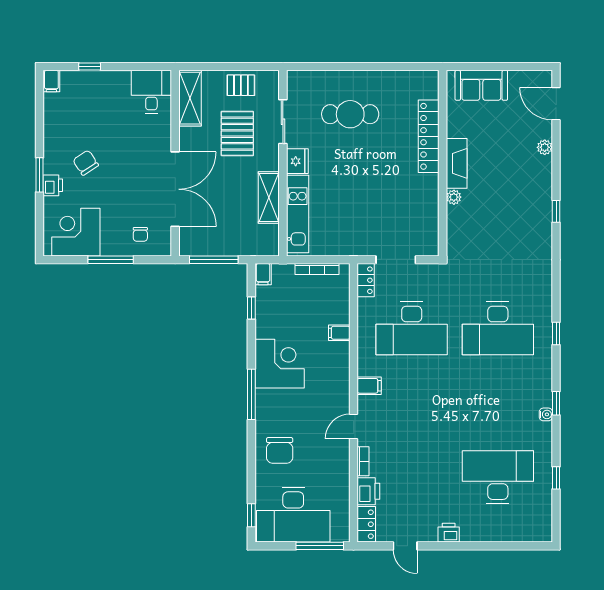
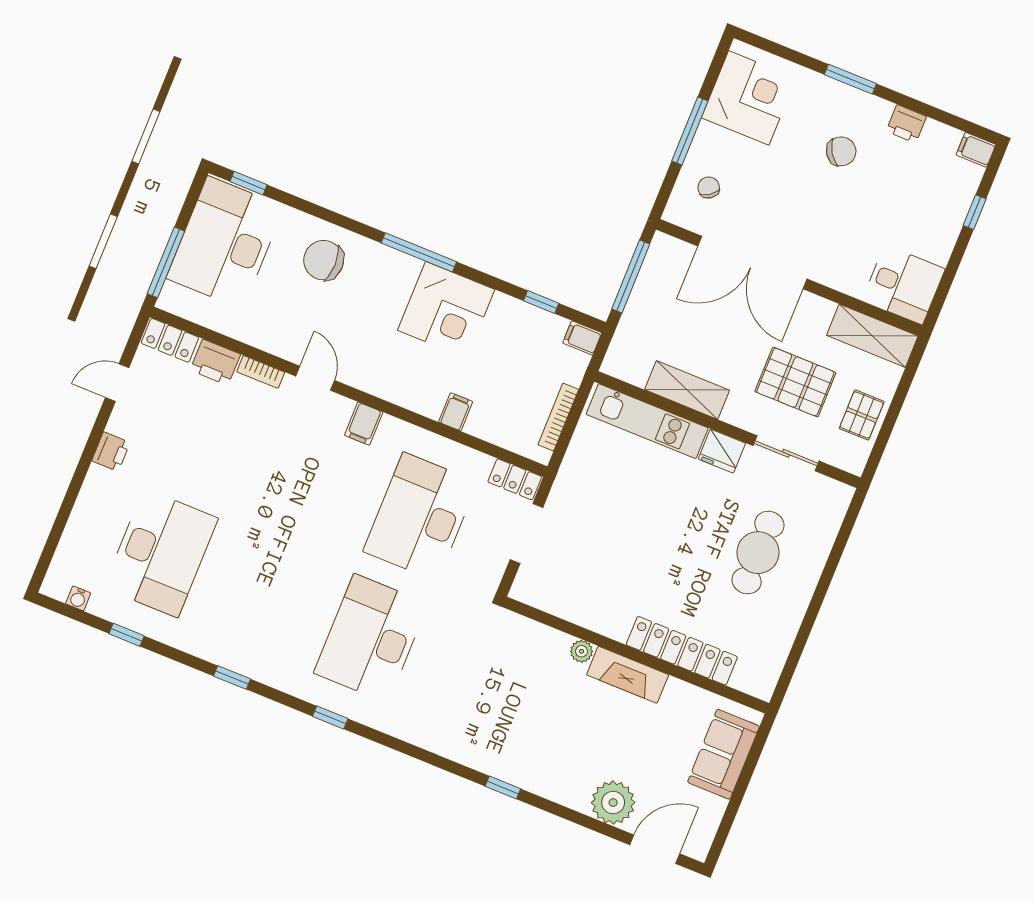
plant: (545, 147) -> (613, 803), width x1.88, depth x1.88
printer: (53, 185) -> (906, 124), moved
chair: (140, 234) -> (709, 187), turned 54
water cooler: (546, 414) -> (78, 598), moved

